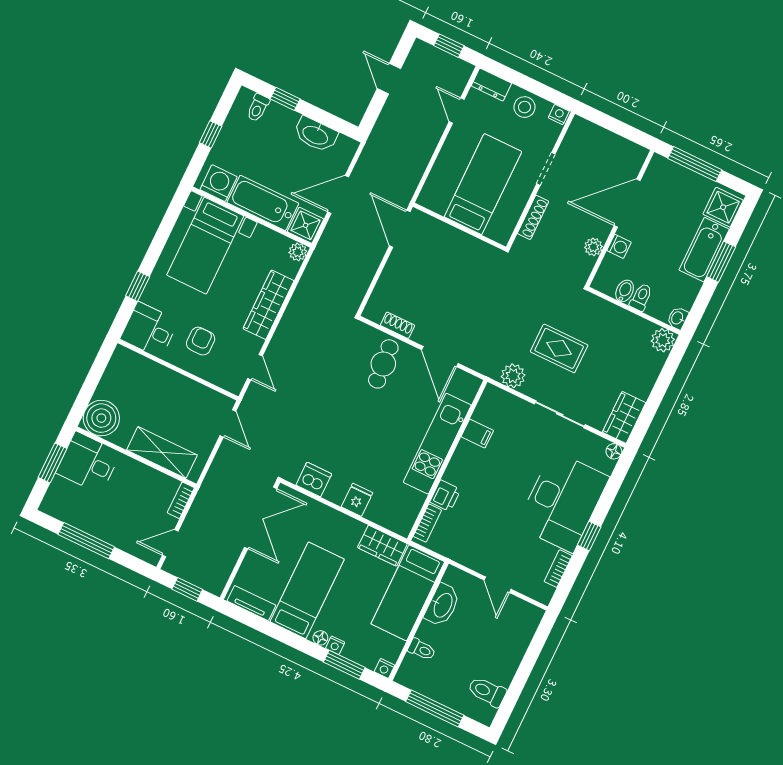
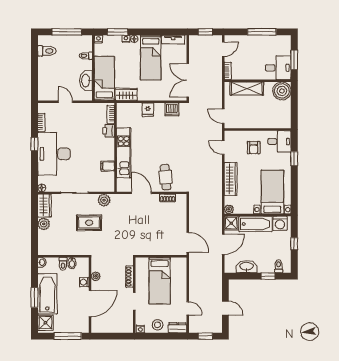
bathtub: (704, 250) -> (47, 294), width x1.36, depth x1.36
plant: (663, 340) -> (44, 224), moved

